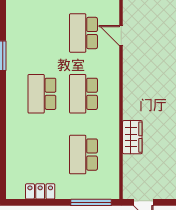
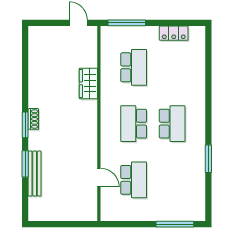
school desk: (83, 94) -> (134, 124), turned 180

